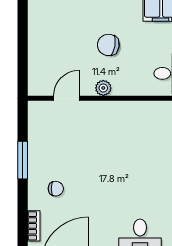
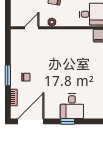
window: (23, 160) -> (8, 75), moved

